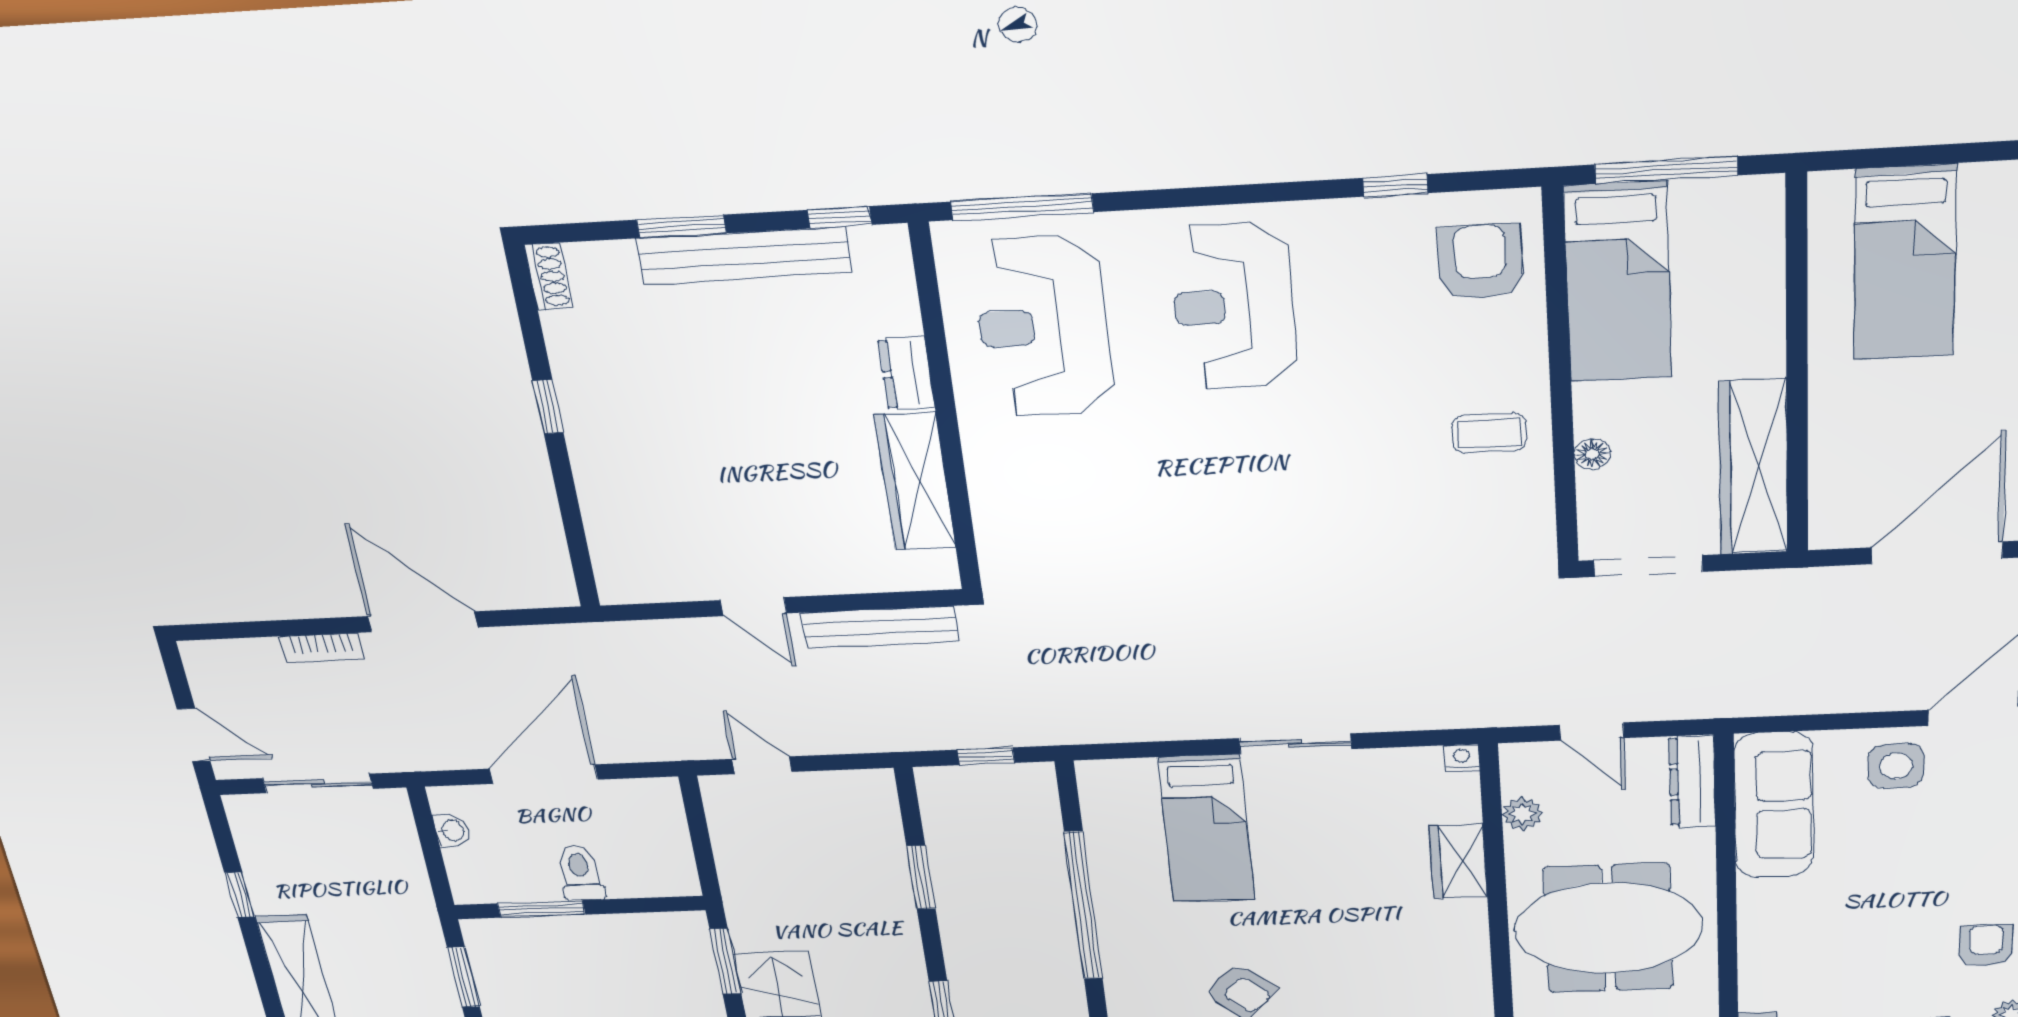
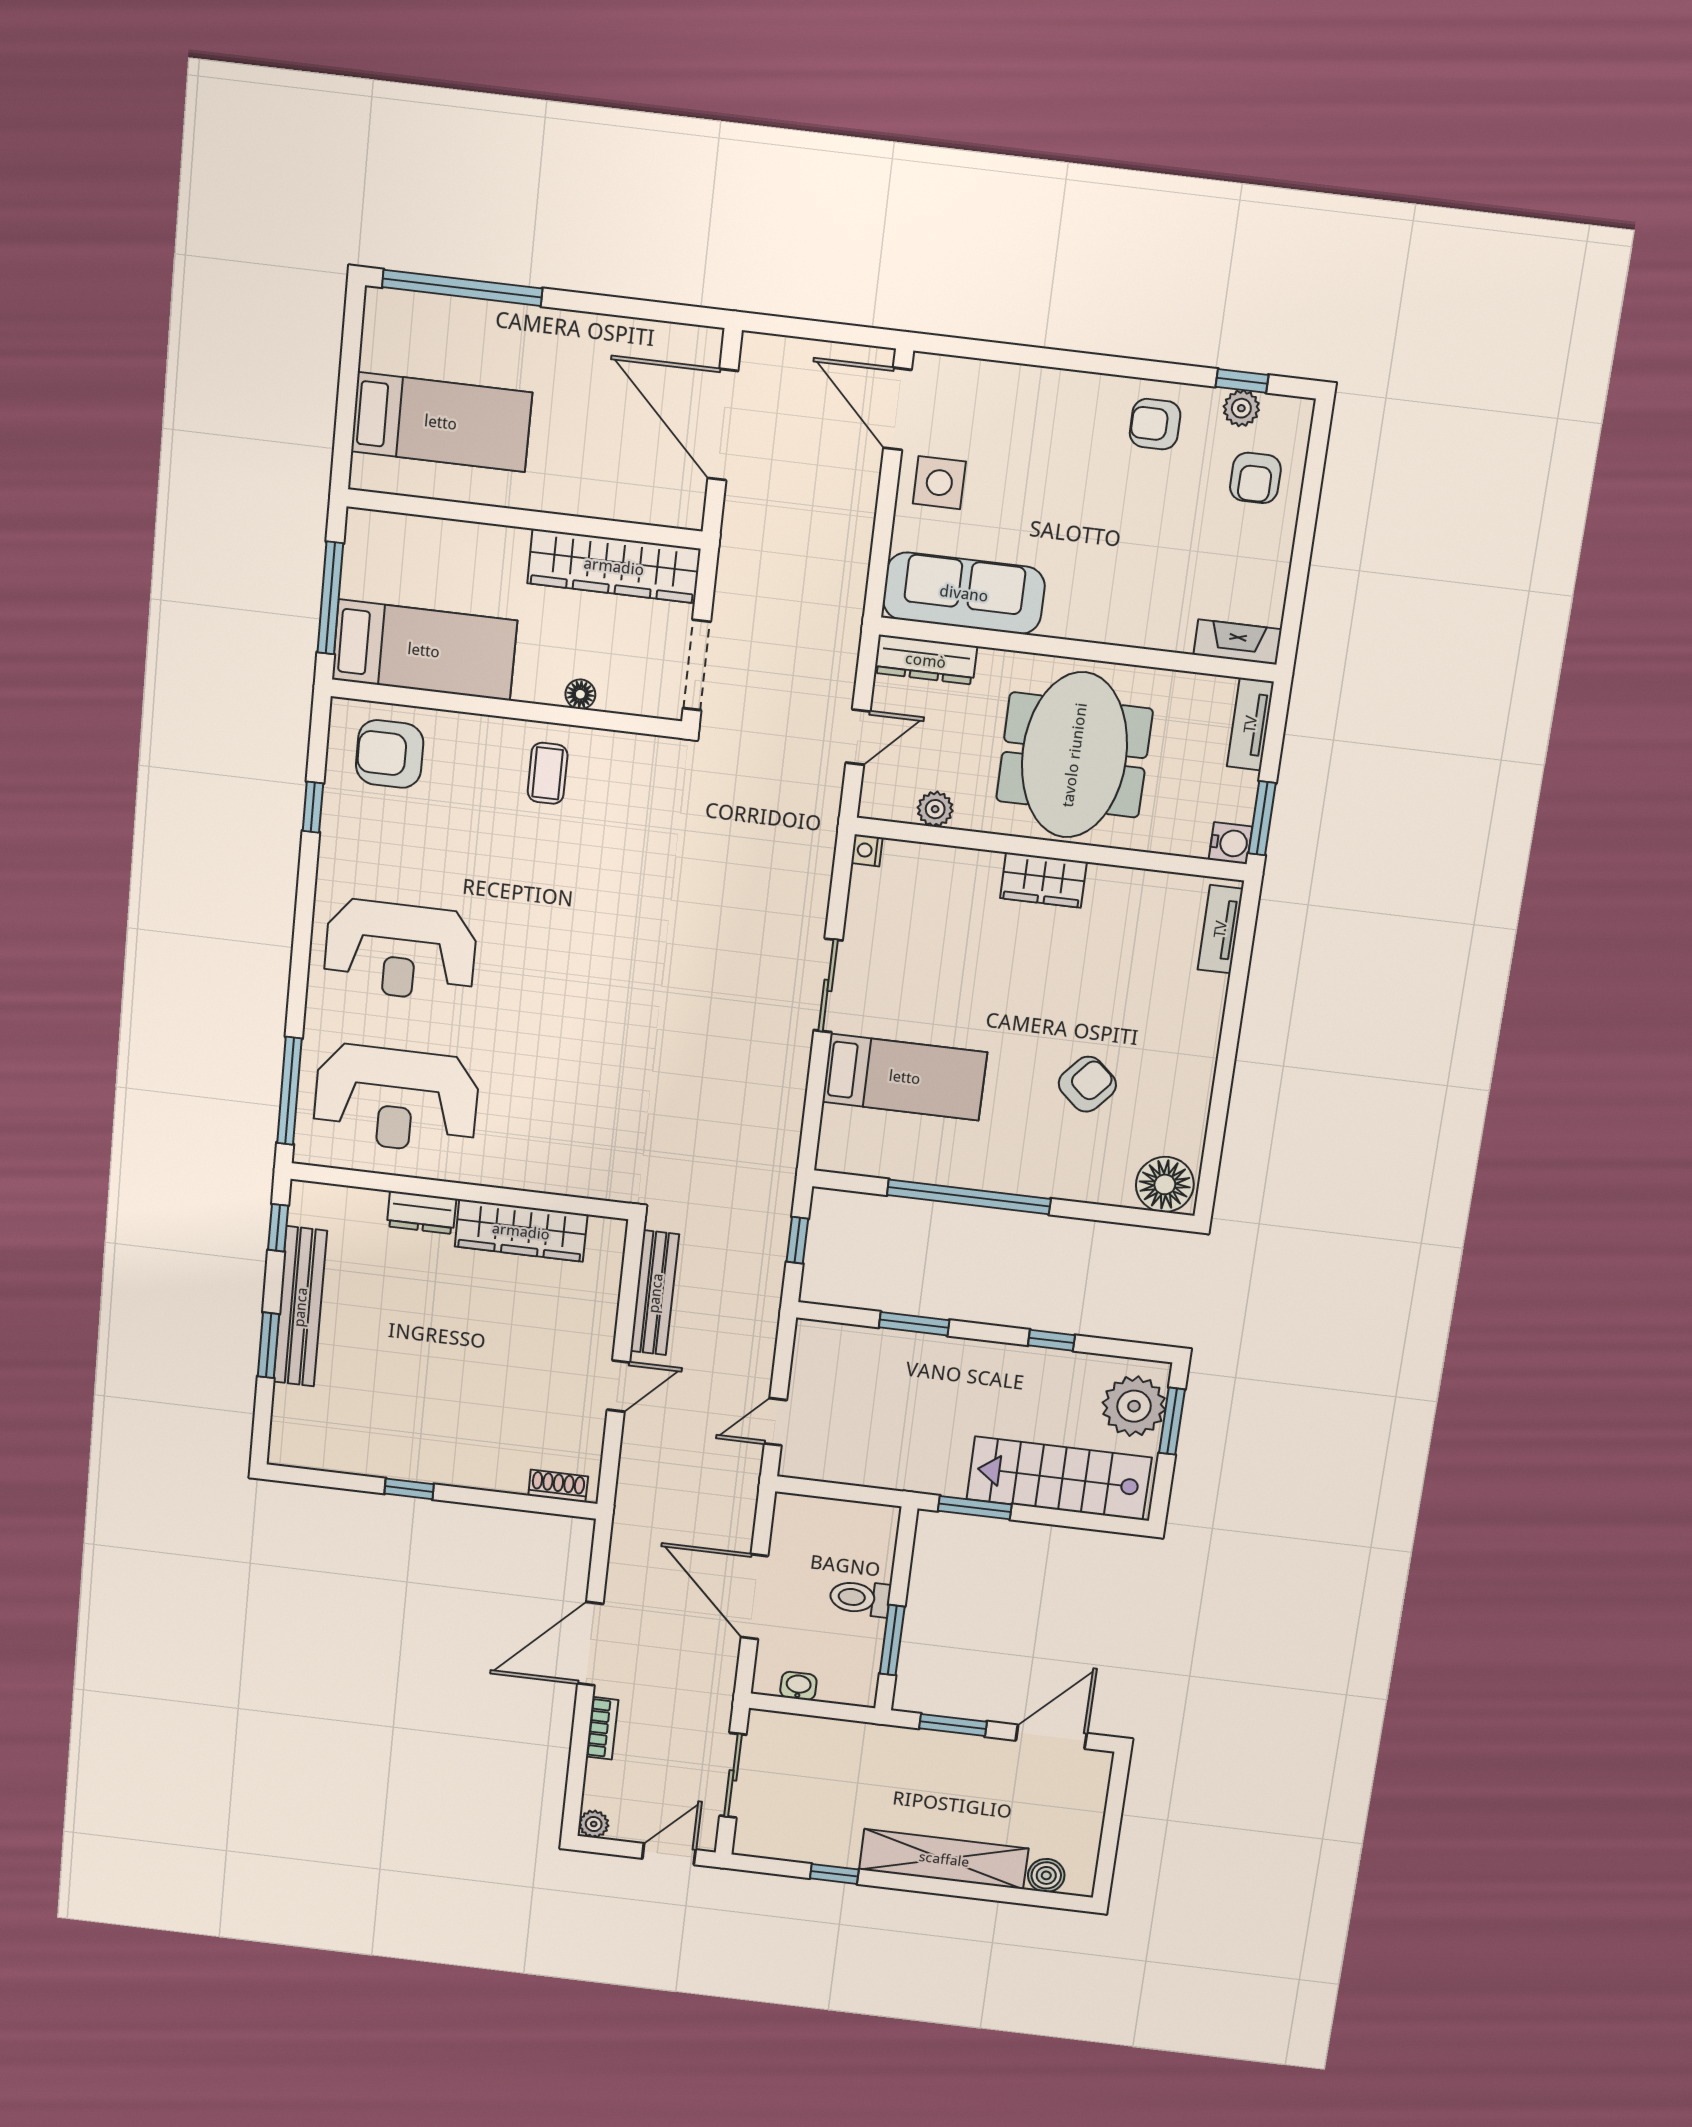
shoe rack: (548, 276) -> (558, 1486), moved
plant: (198, 655) -> (594, 1824), added
wardrobe: (1458, 861) -> (1043, 880), moved

